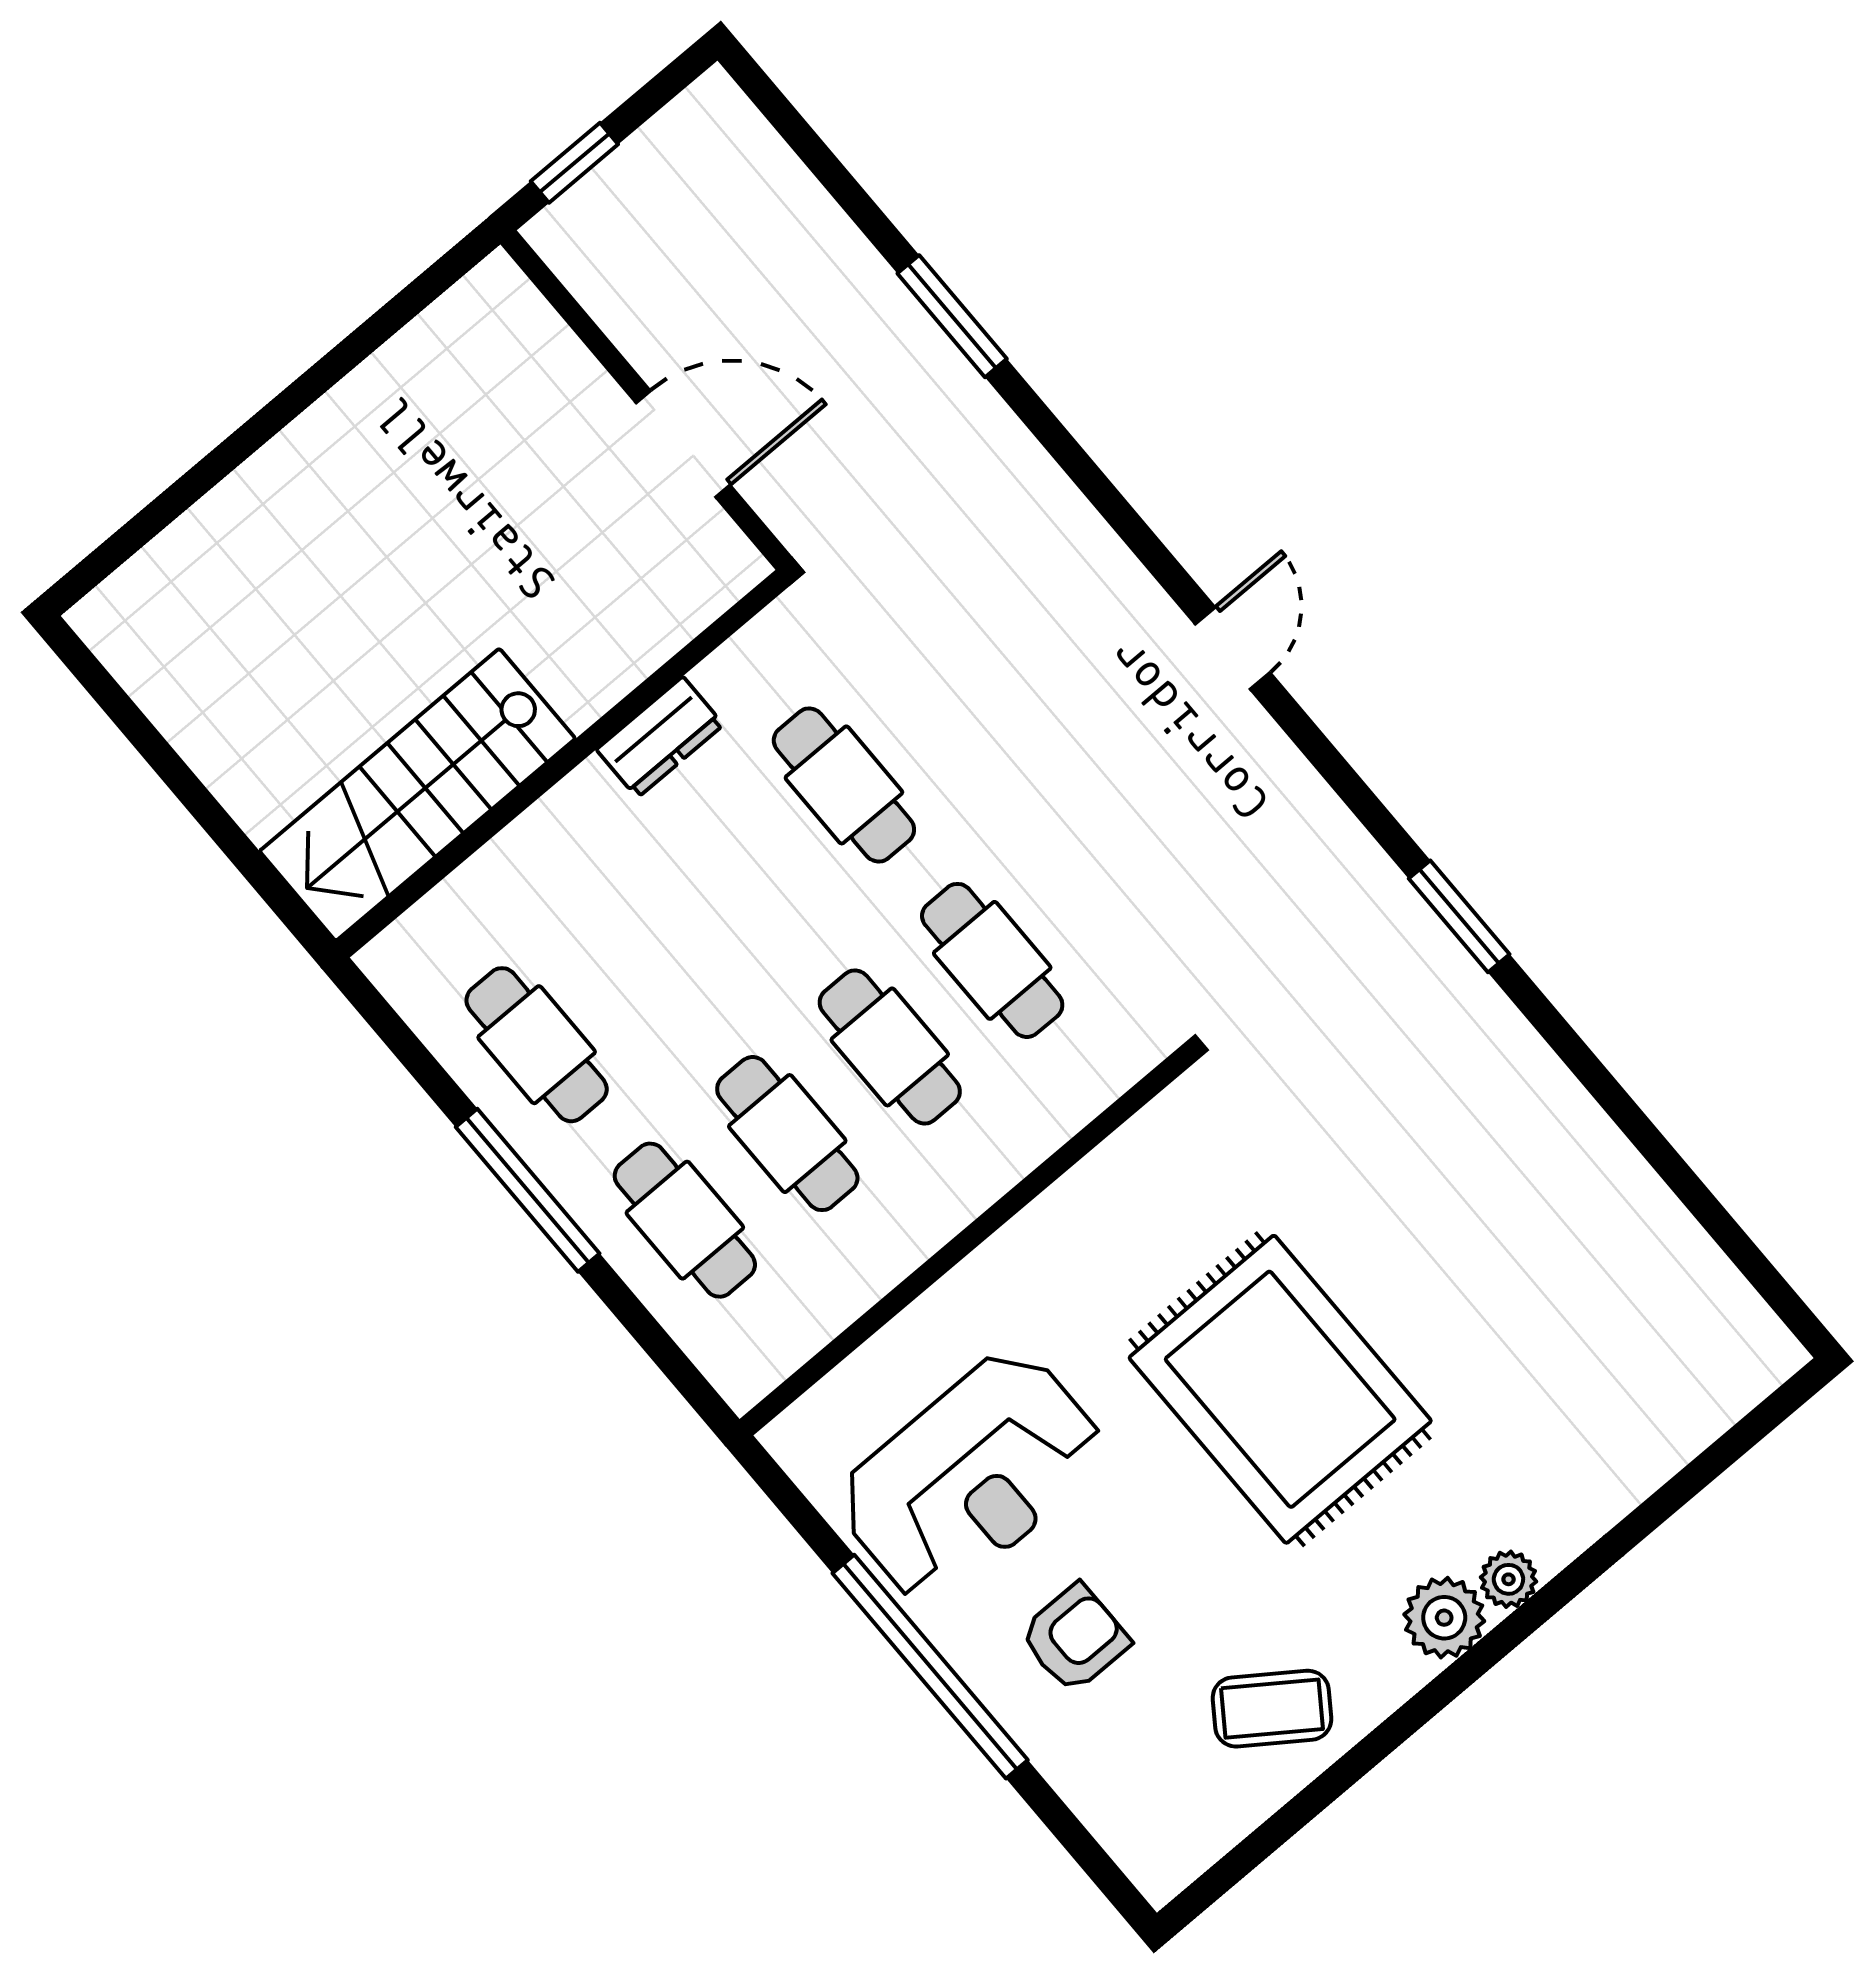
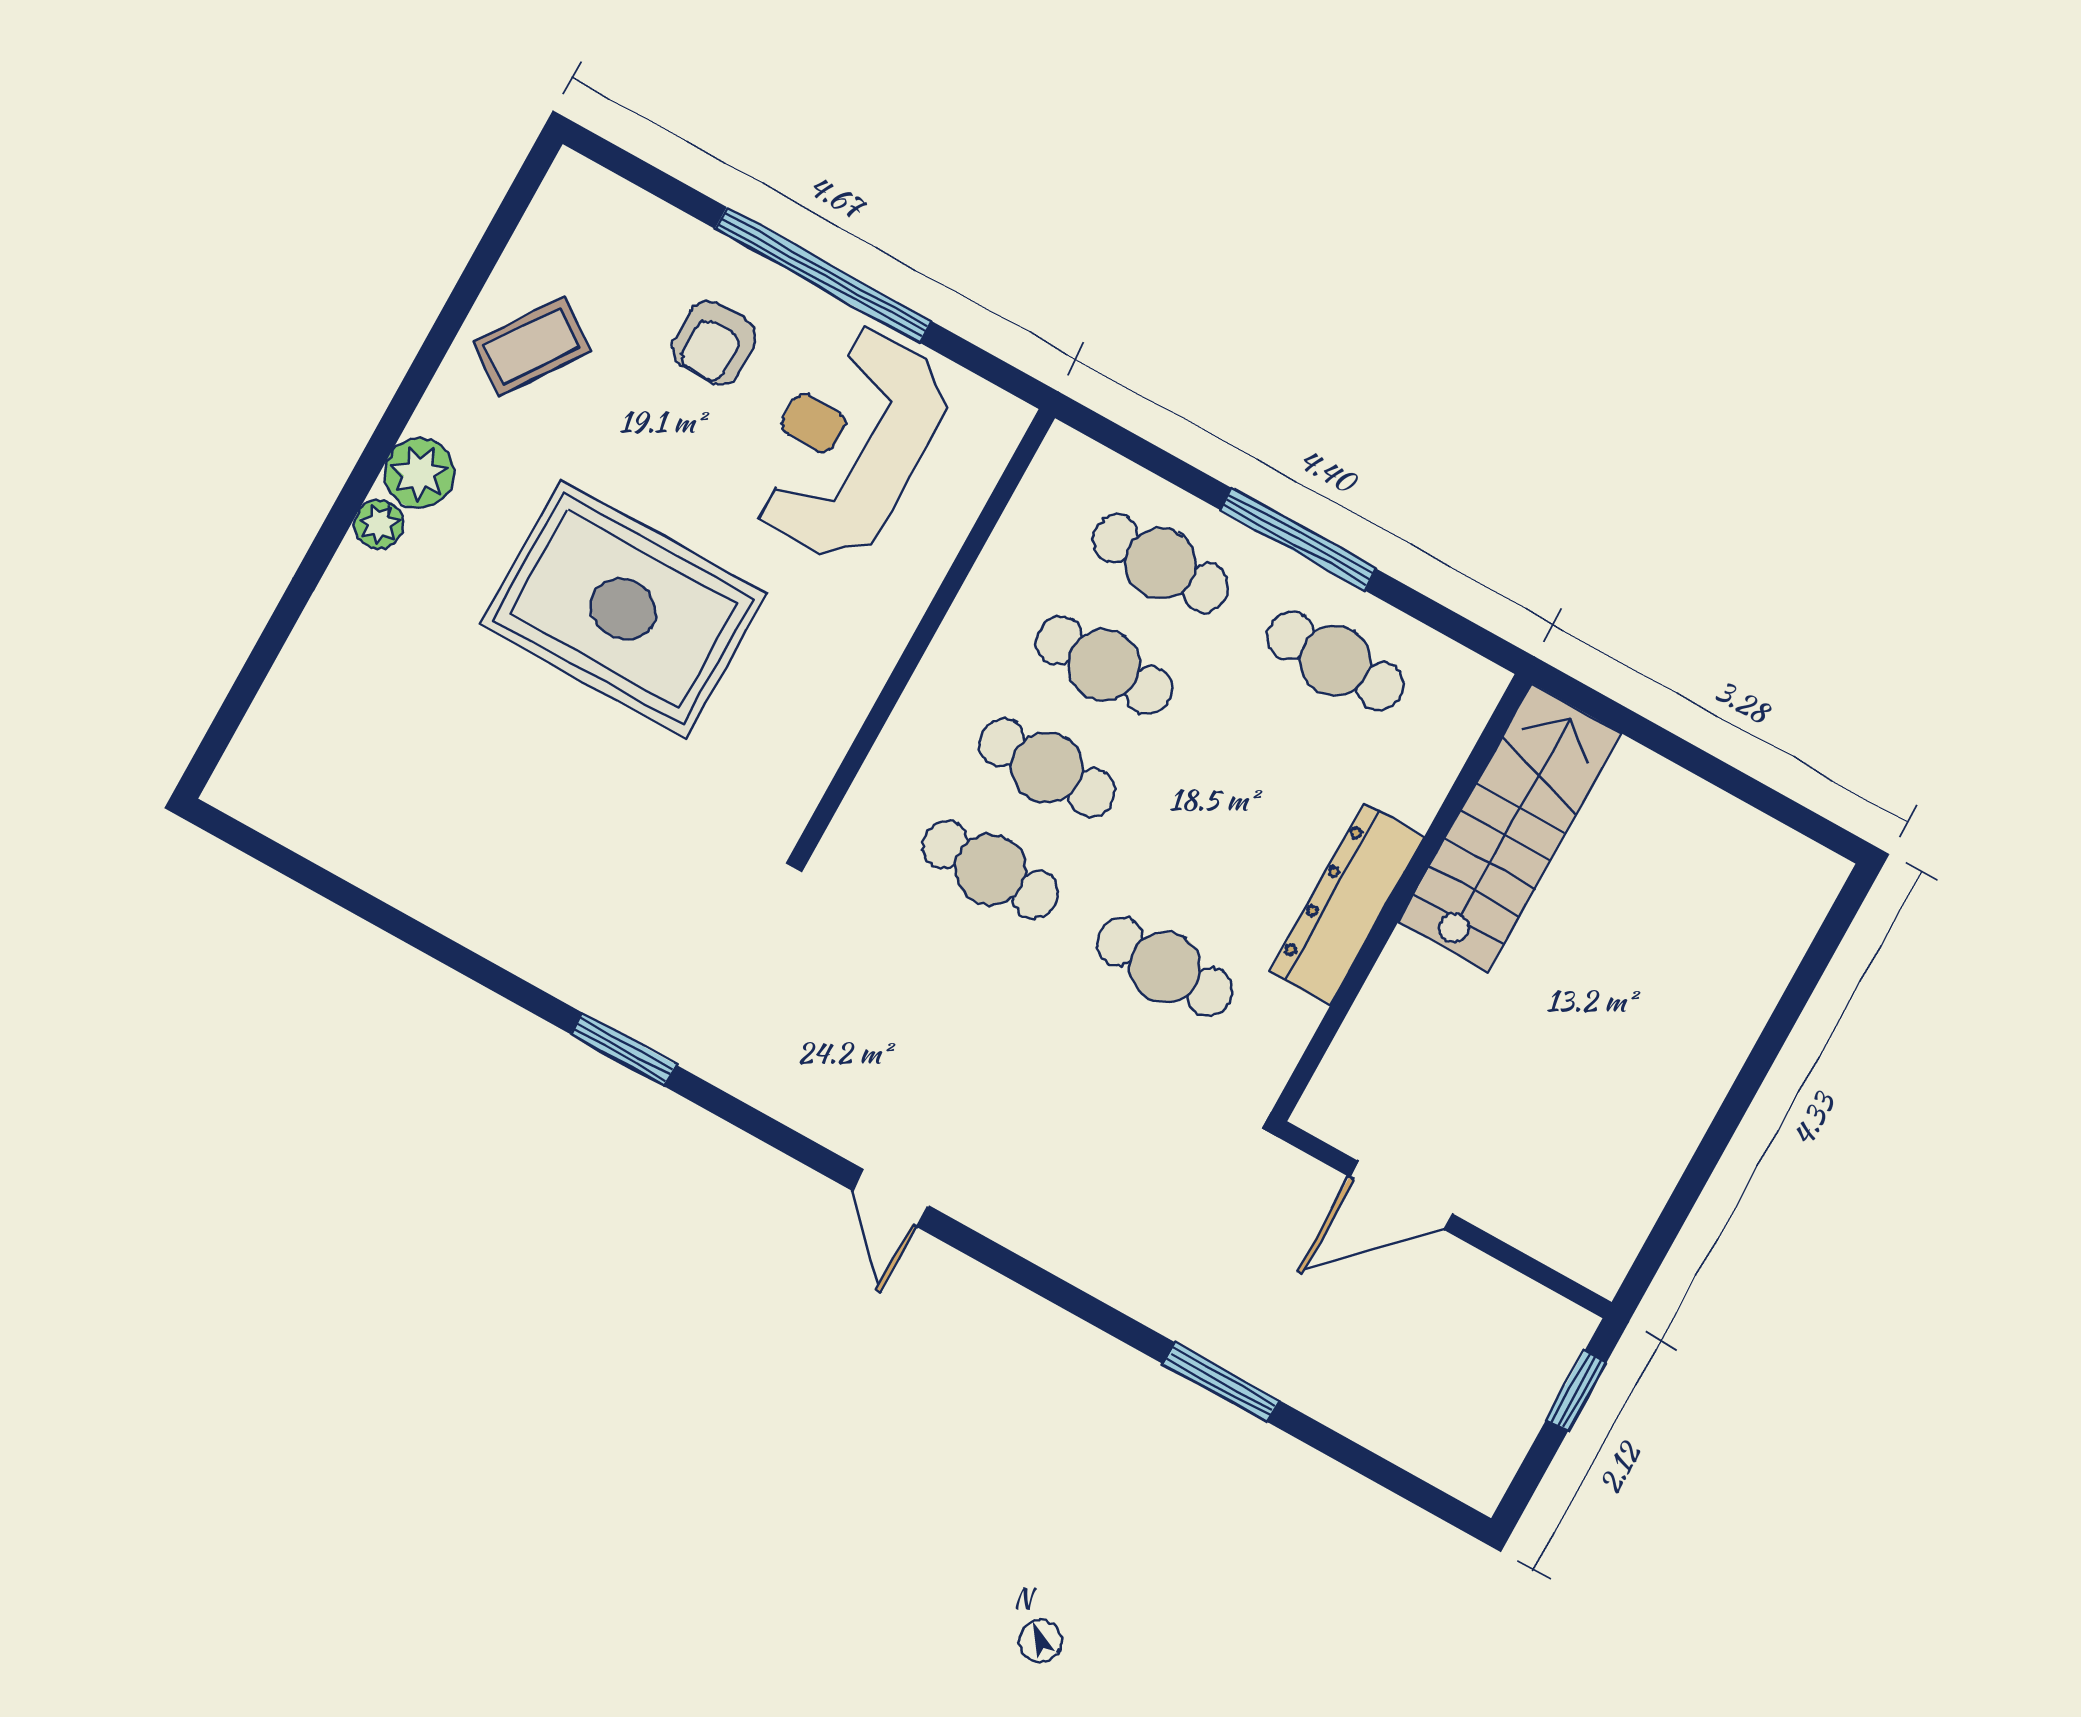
dresser: (660, 737) -> (1347, 904), width x1.96, depth x1.24

